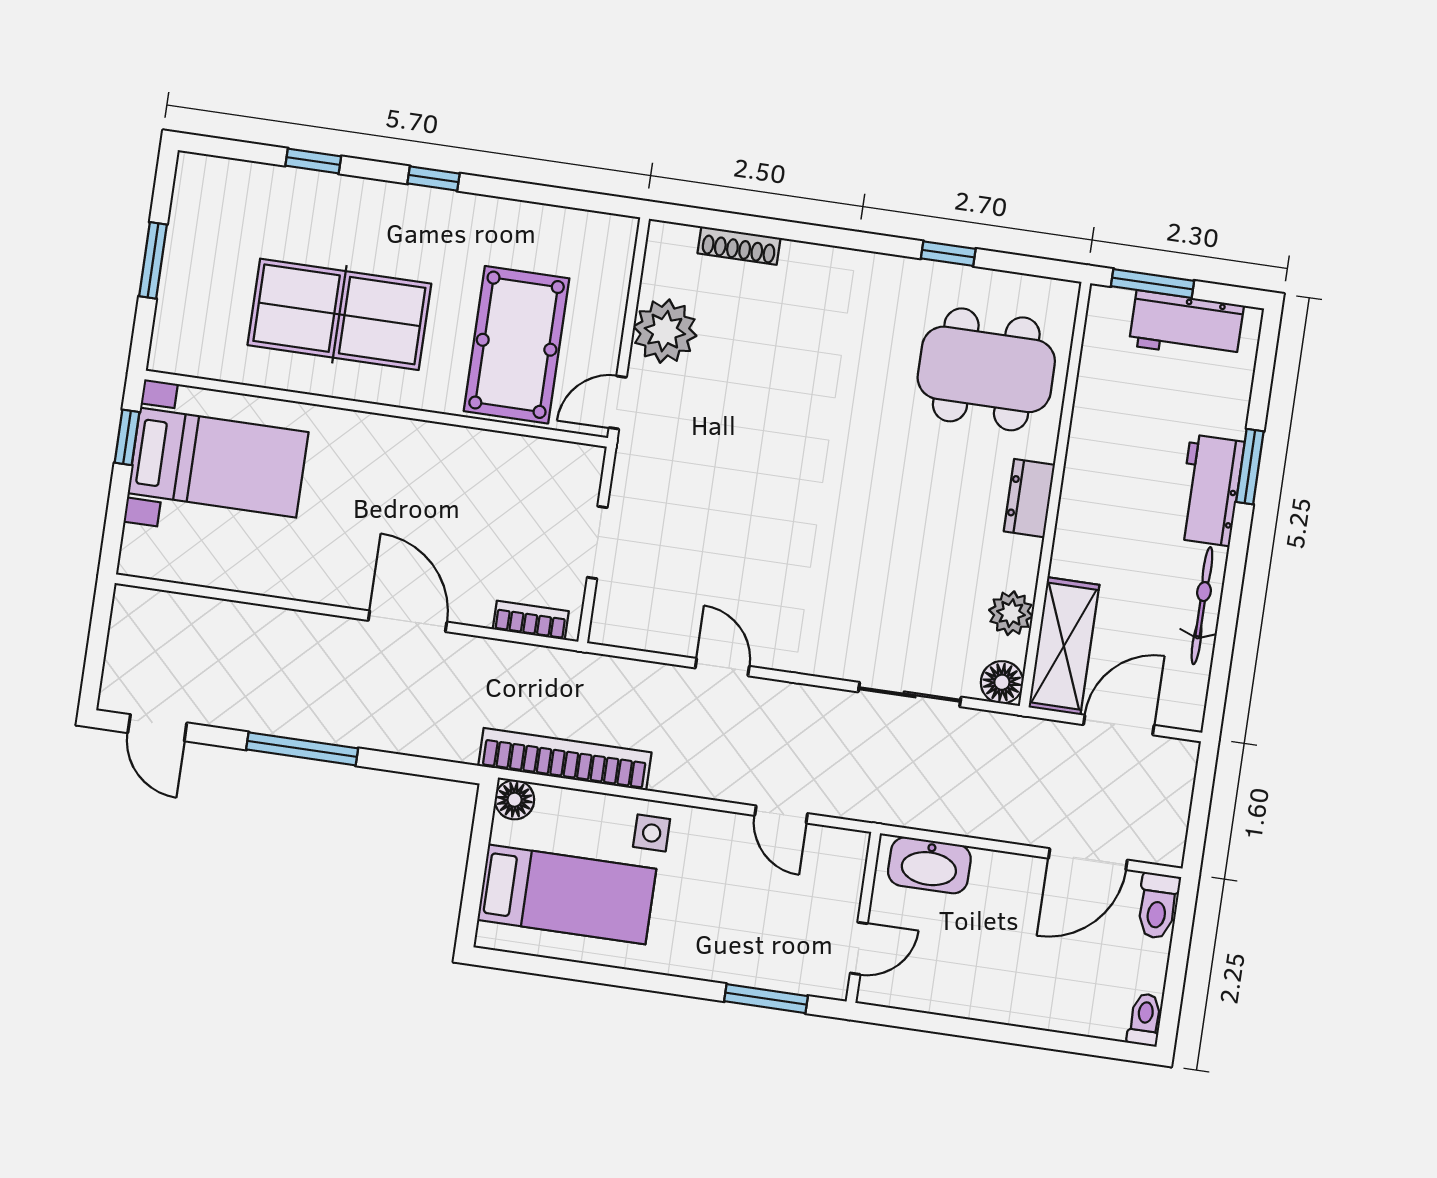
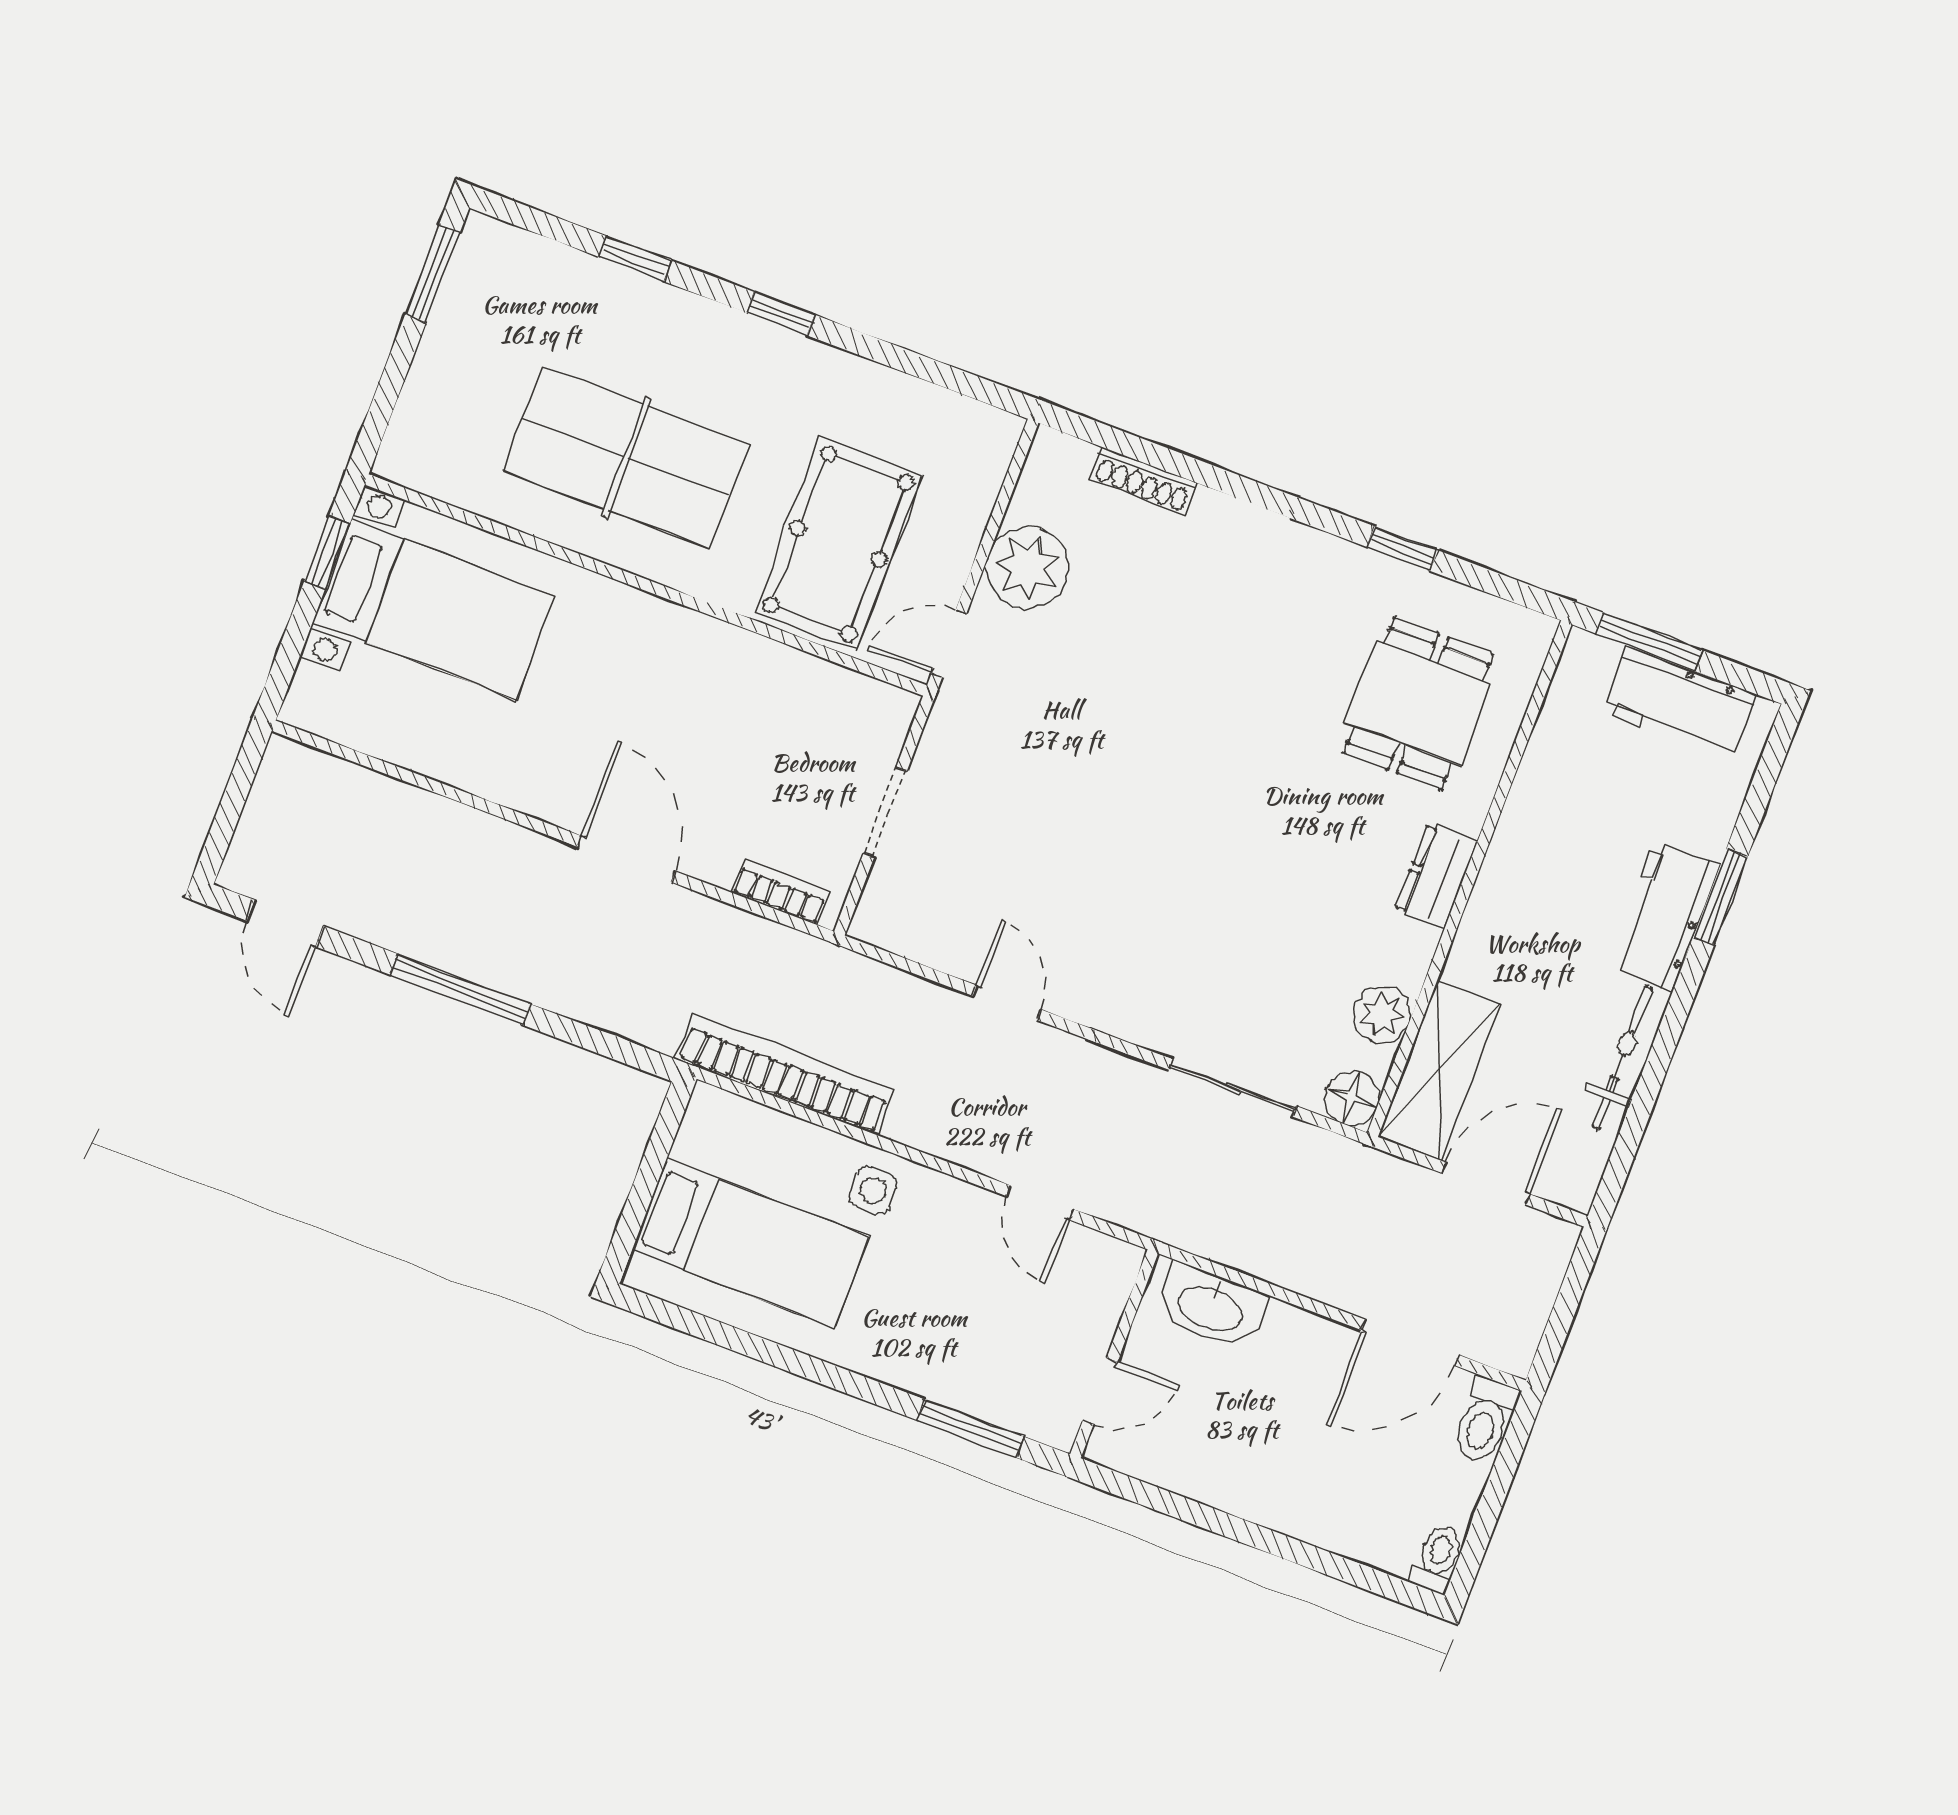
window: (153, 260) -> (432, 273), moved
dining table: (986, 369) -> (1418, 703), width x0.73
floor lamp: (515, 800) -> (711, 1111), removed

